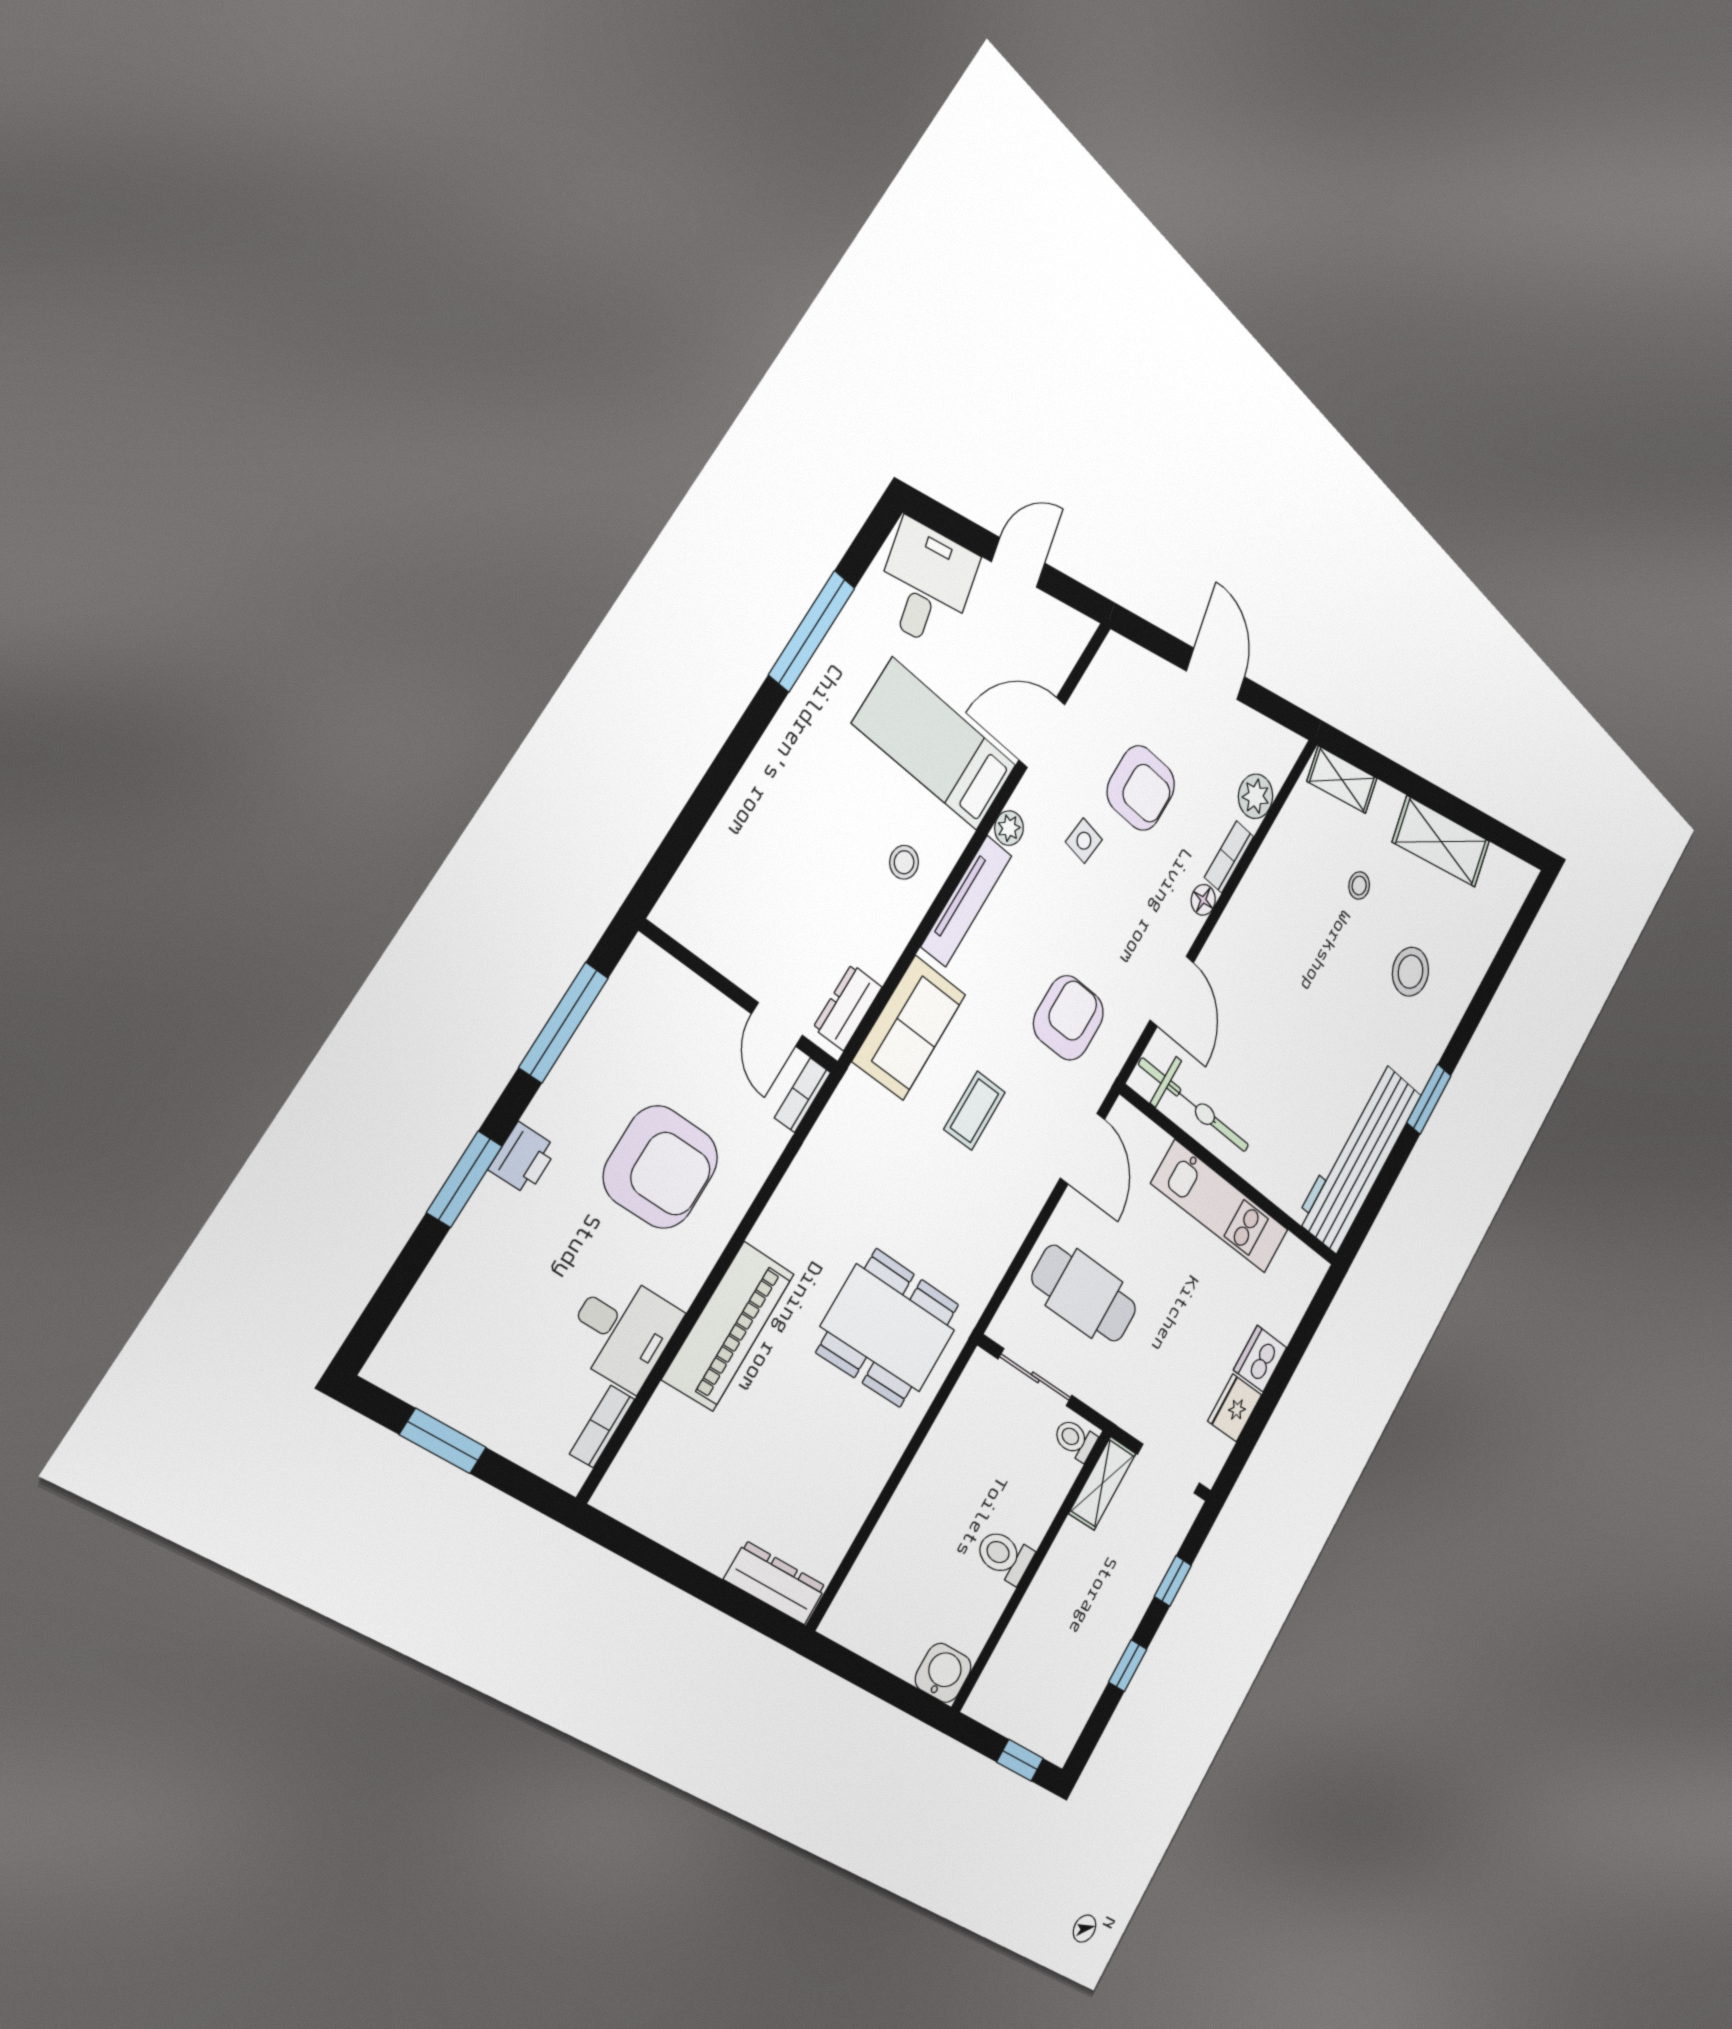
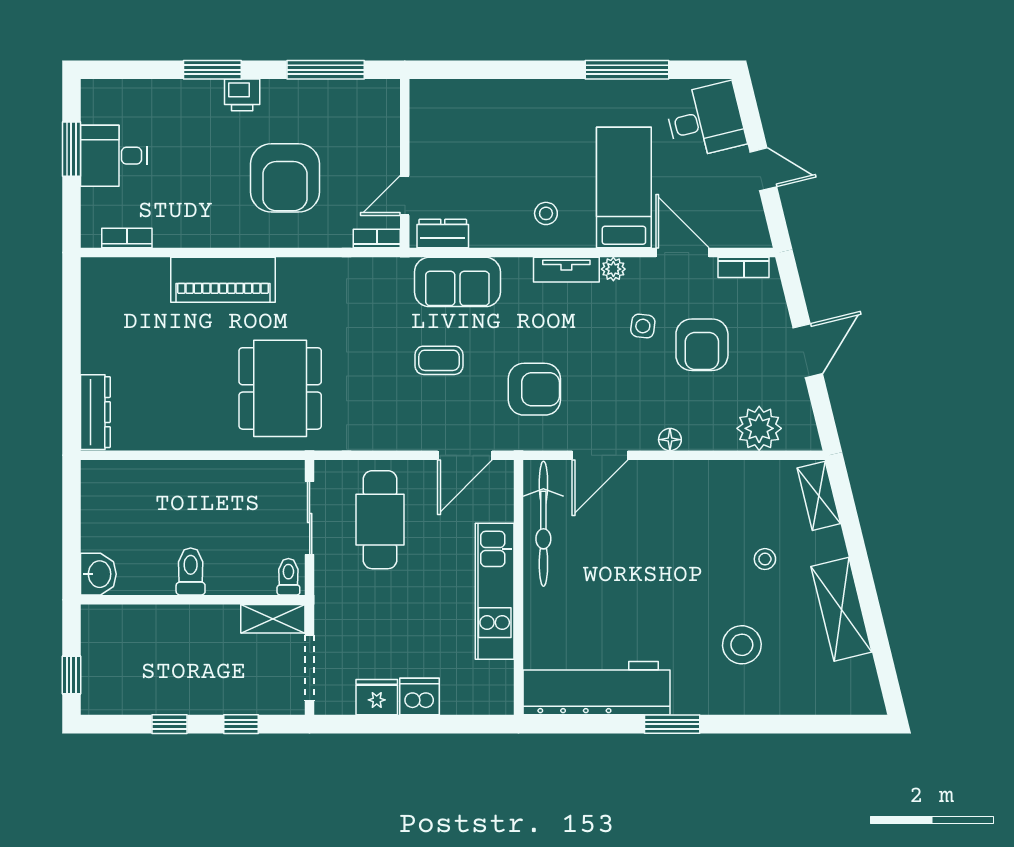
plant: (1256, 796) -> (759, 428), width x1.36, depth x1.36
bookcase: (1229, 857) -> (744, 267), moved, turned 180
tv unit: (966, 901) -> (566, 270), width x0.71
desk: (623, 1331) -> (114, 156), moved, turned 90

